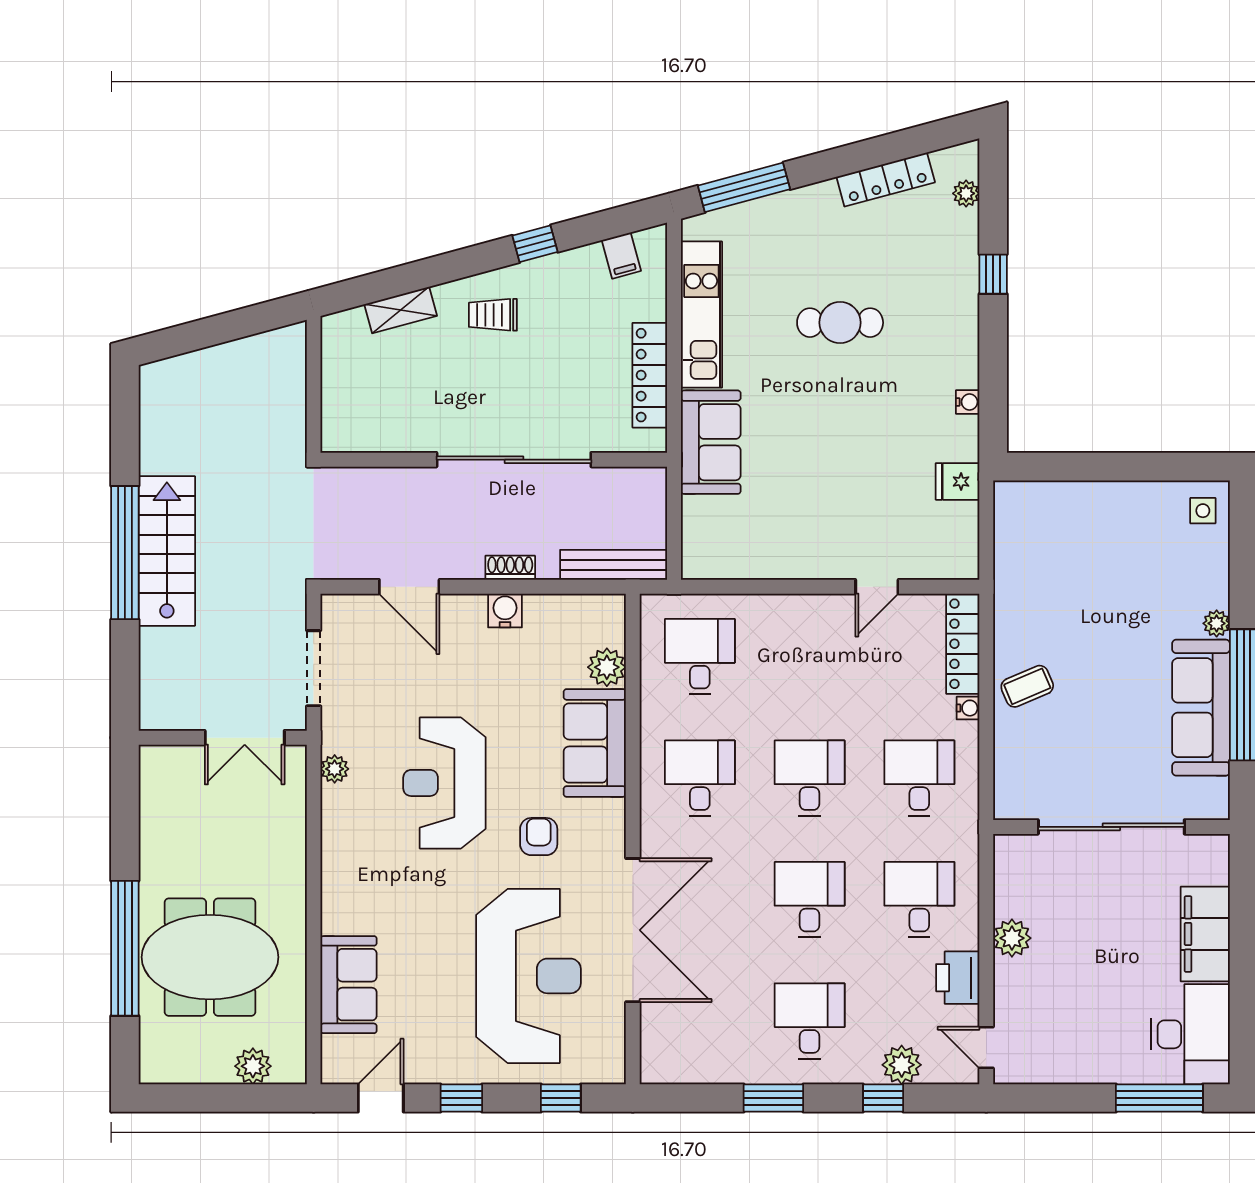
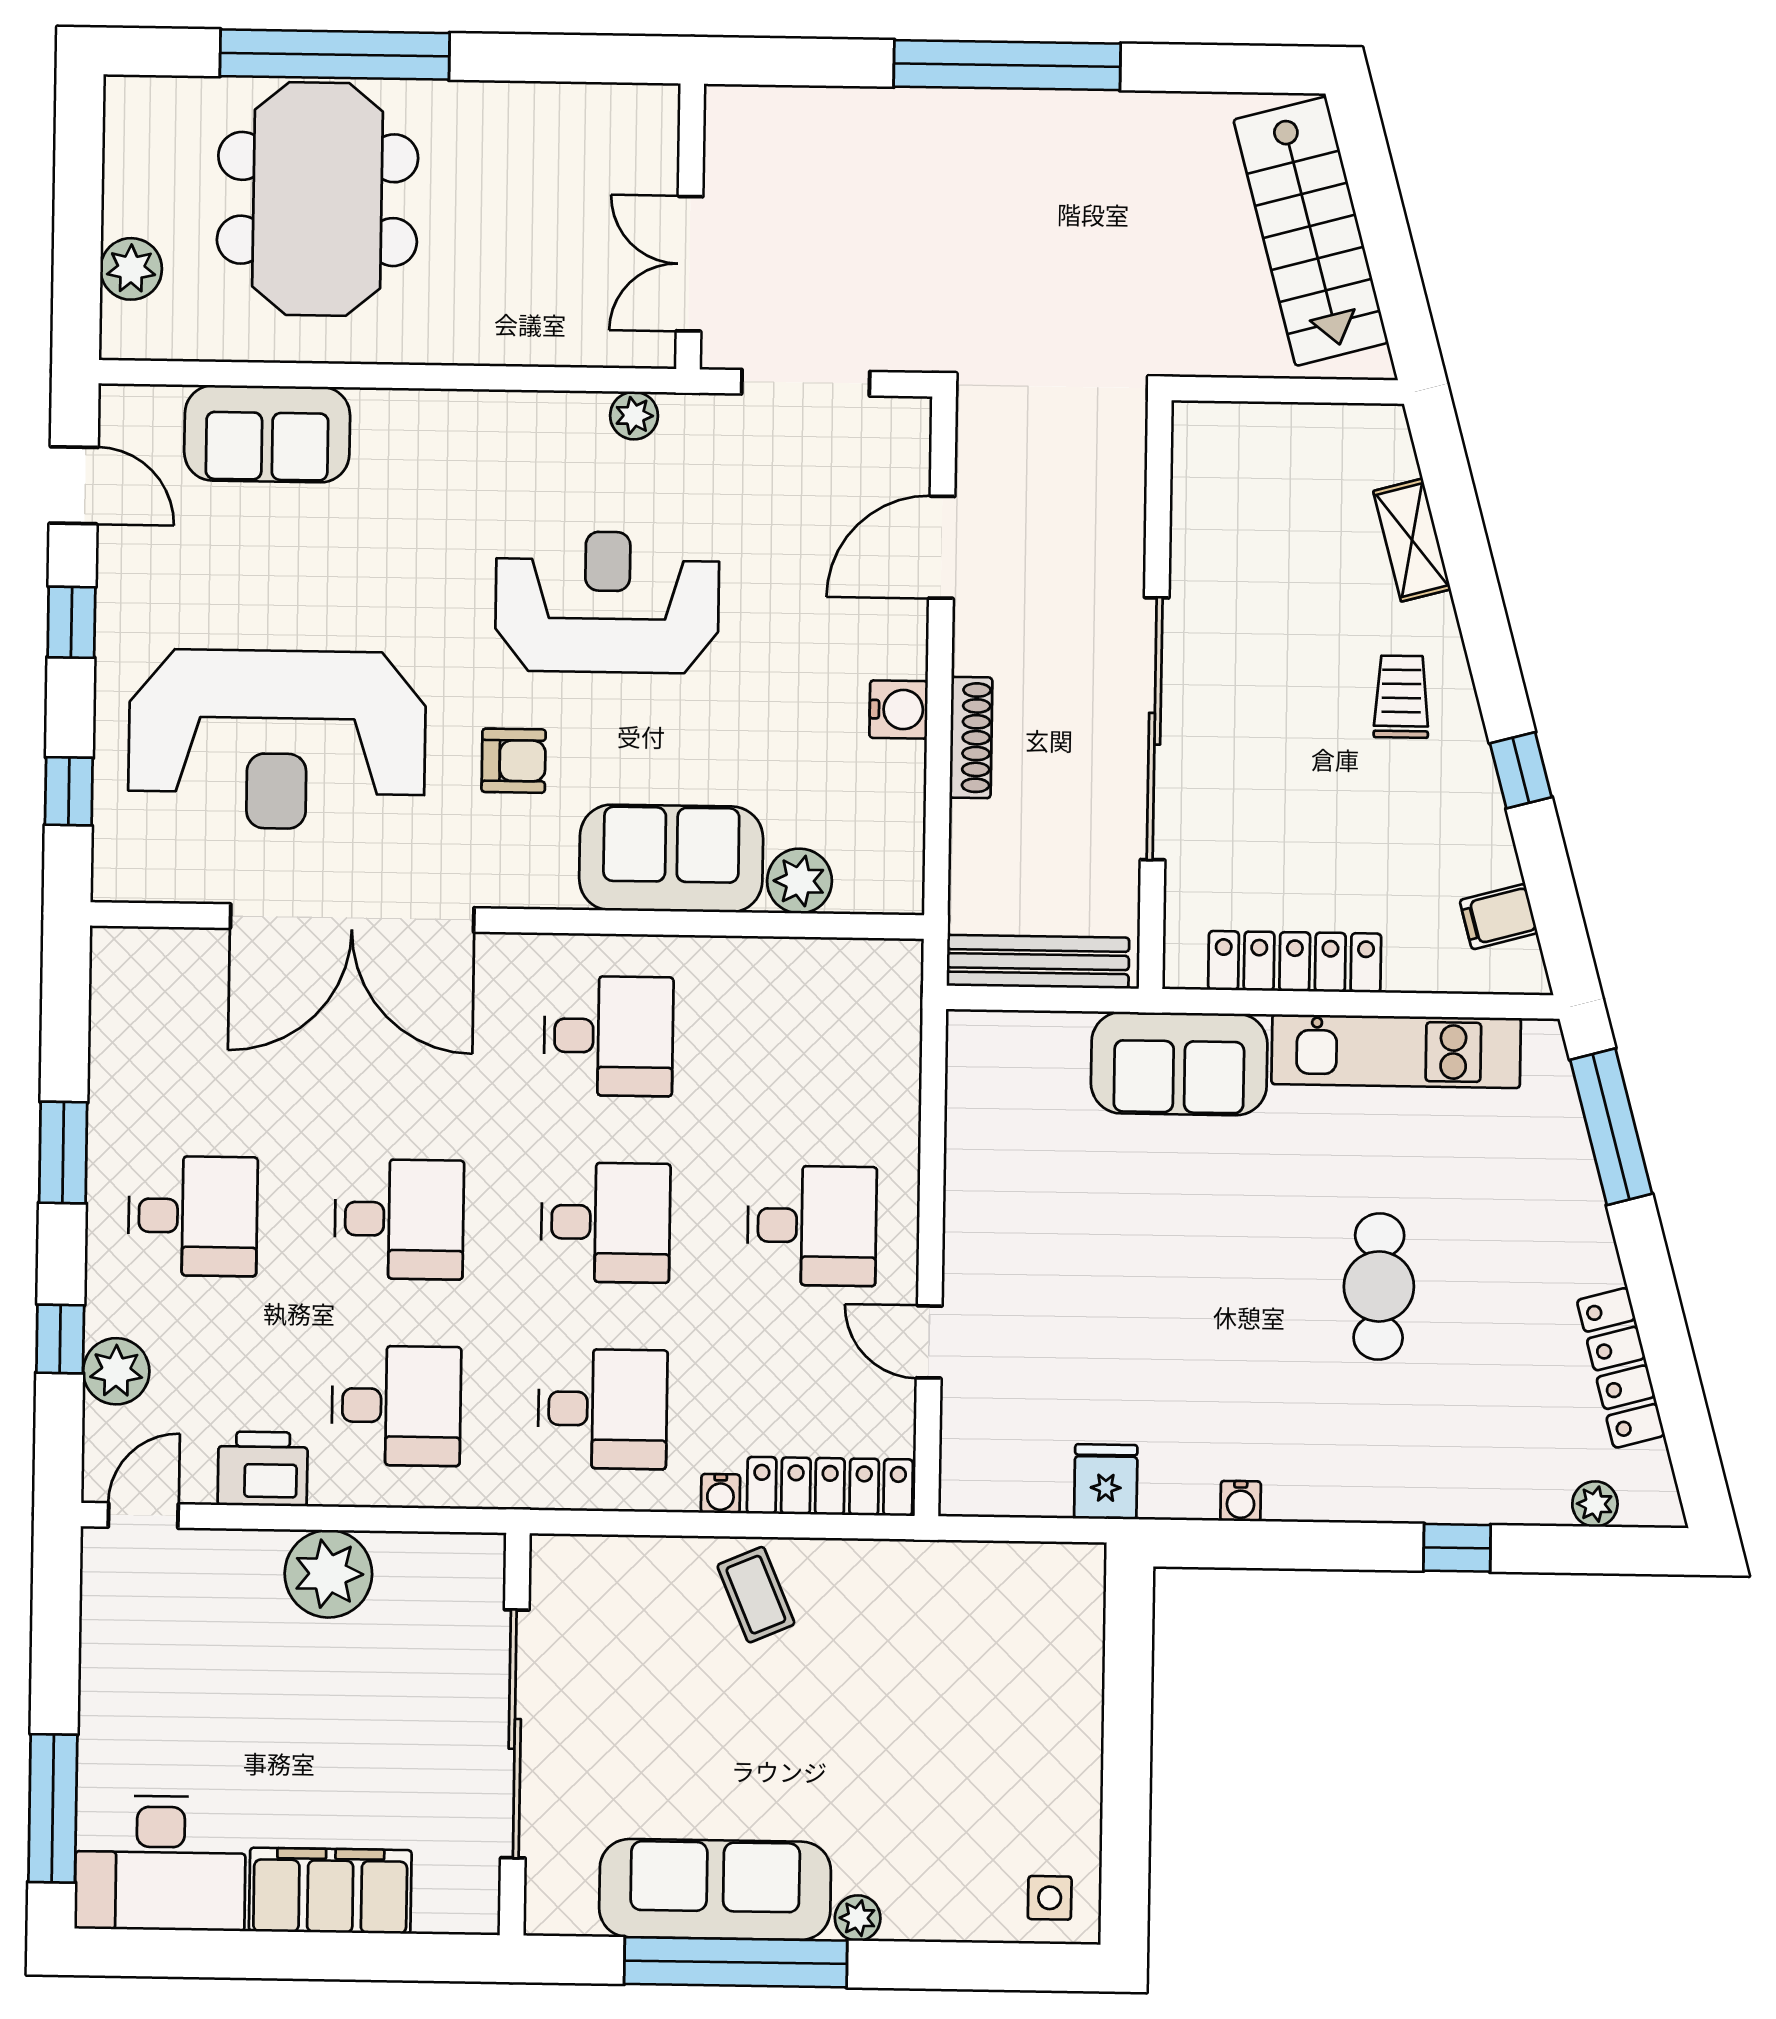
stairs: (167, 551) -> (1311, 231), moved, turned 75
bench: (614, 565) -> (1038, 962), moved, turned 90
shoe rack: (510, 568) -> (971, 738), width x1.43
desk: (700, 657) -> (812, 1226), moved
plant: (1012, 938) -> (328, 1574), width x1.36, depth x1.36

